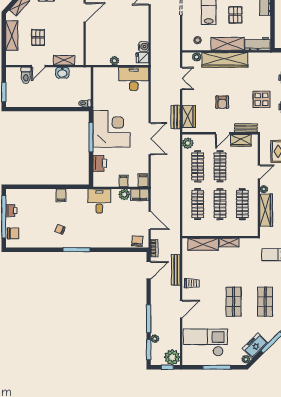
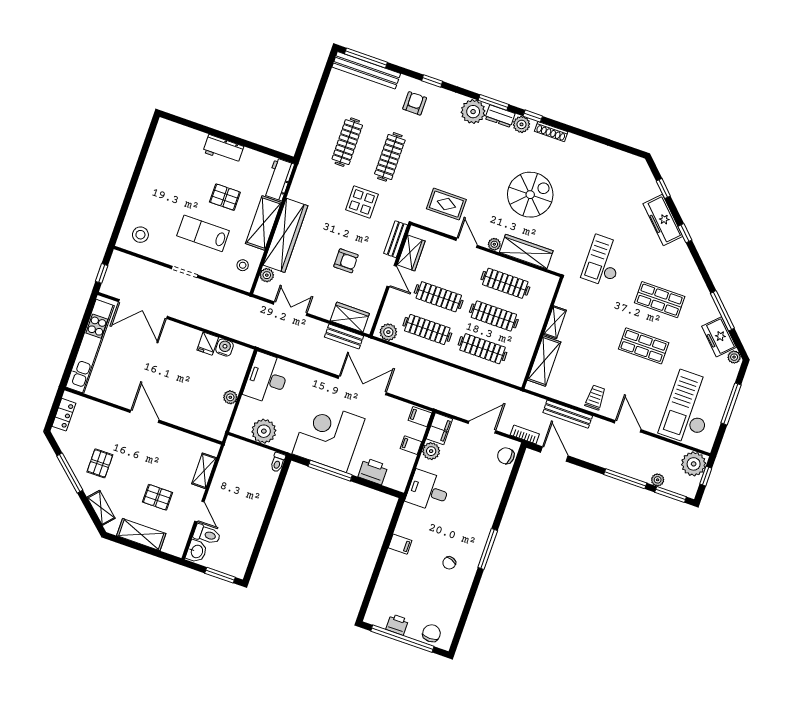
fridge: (142, 58) -> (208, 344), moved
washbasin: (62, 73) -> (196, 551), moved
plant: (101, 88) -> (264, 431), added

